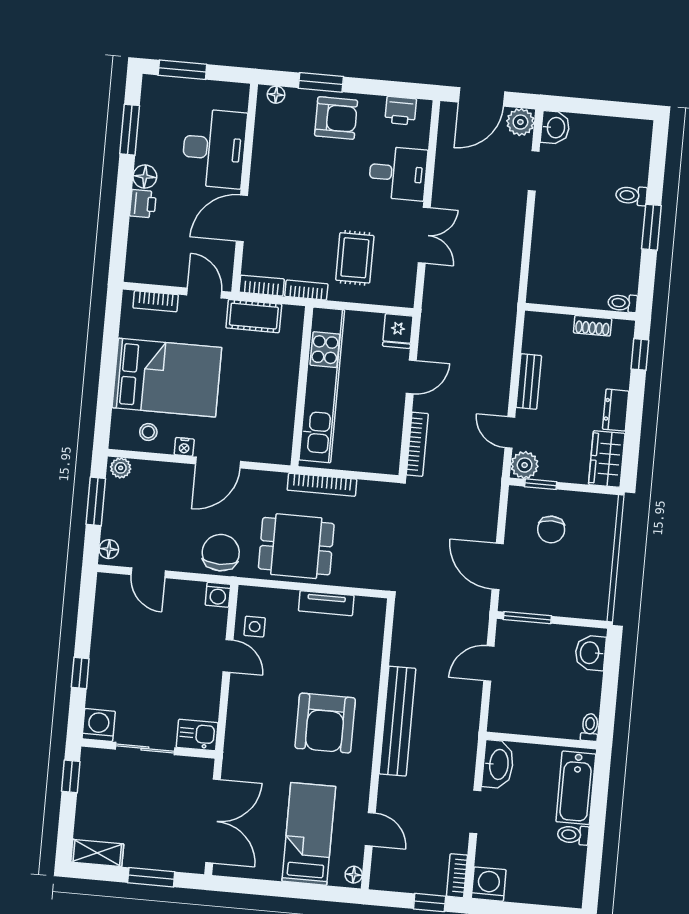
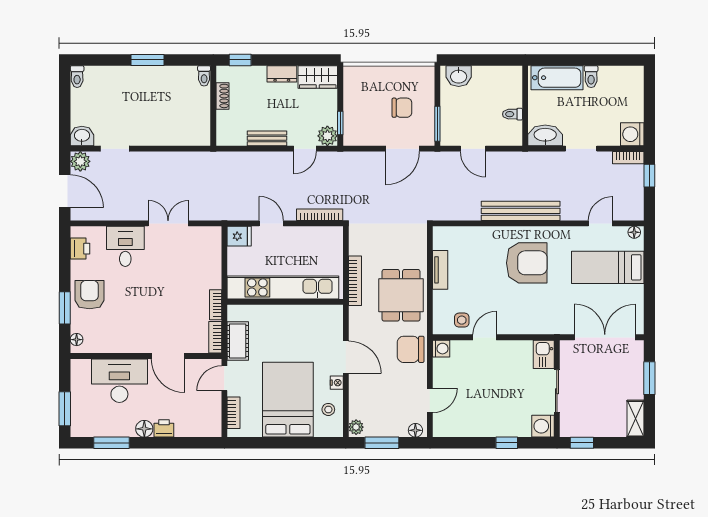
toilet: (631, 195) -> (77, 77), moved
rug: (355, 258) -> (189, 272), removed
chair: (551, 530) -> (402, 108), moved
toilet: (590, 727) -> (512, 114), moved

